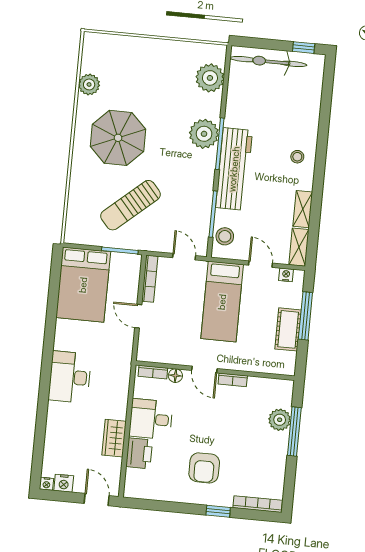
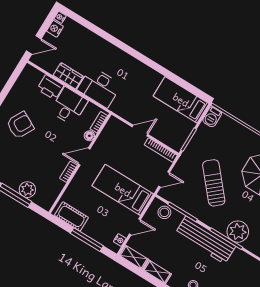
sun lounger: (131, 205) -> (214, 183), moved
barbecue: (77, 235) -> (212, 117), added
bed: (83, 285) -> (181, 100), width x0.67
cot: (288, 329) -> (71, 216), moved
desk: (70, 377) -> (99, 87), moved, turned 180
armchair: (204, 468) -> (20, 125), turned 118

